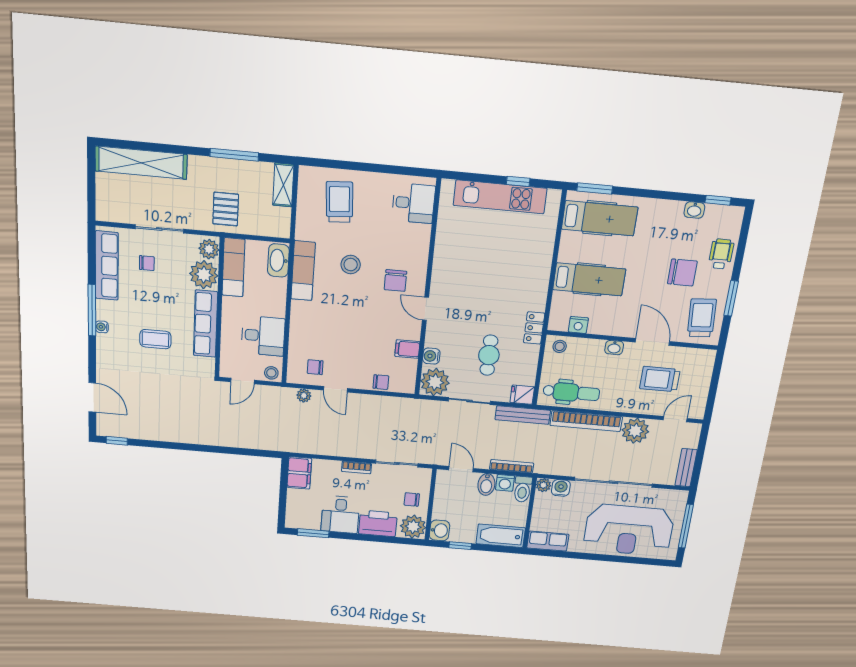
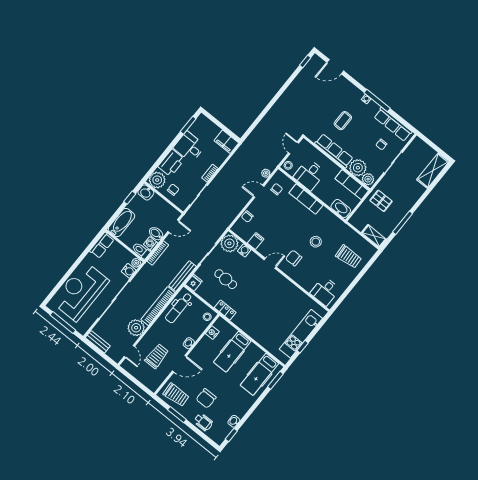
shelving: (141, 163) -> (433, 171), width x0.68
exam couch: (303, 271) -> (306, 199), moved

